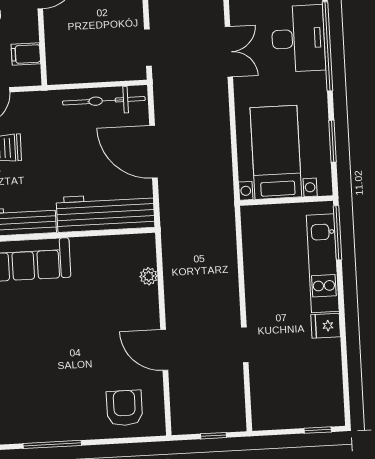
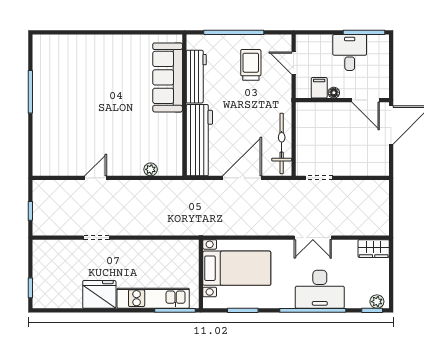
floor lamp: (31, 34) -> (334, 93), added
fridge: (326, 326) -> (99, 294), width x1.88, depth x1.34
door: (164, 350) -> (96, 178), width x0.73
armchair: (124, 408) -> (54, 146), removed

